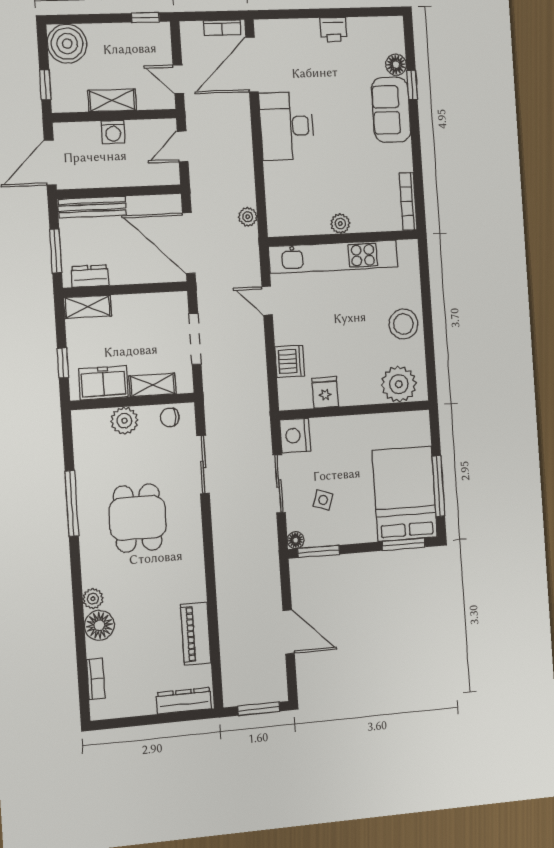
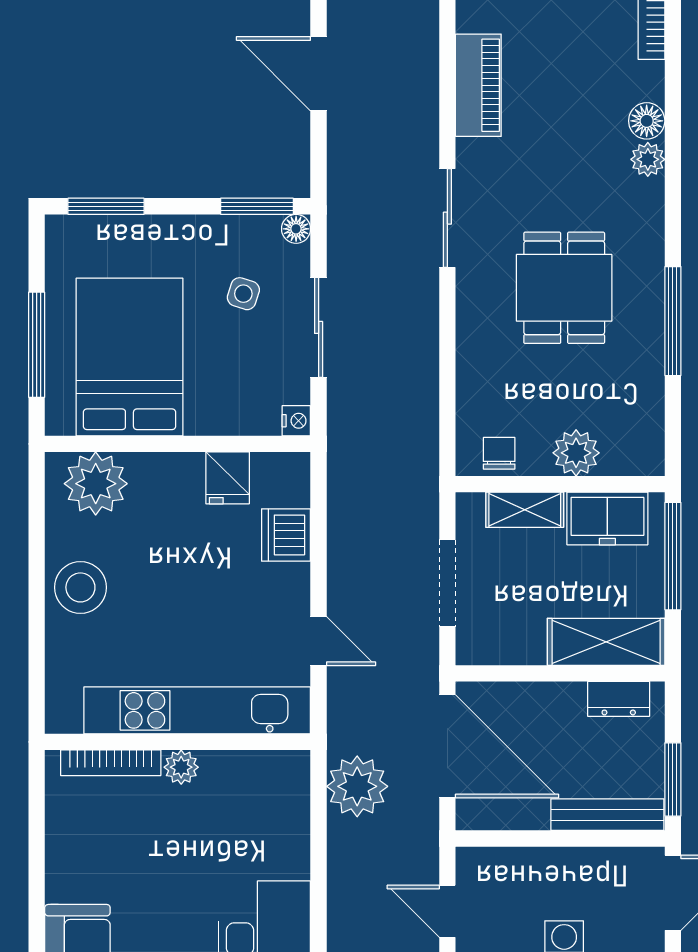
door: (183, 146) -> (447, 911), swing flipped
bookcase: (408, 201) -> (111, 763), moved, turned 90
plant: (248, 217) -> (357, 786), width x1.88, depth x1.88
window: (56, 251) -> (673, 779), moved
shelving: (88, 307) -> (606, 642), width x1.50, depth x1.33
window: (63, 363) -> (673, 556), width x2.17
chair: (170, 417) -> (499, 453), turned -90
nightstand: (295, 436) -> (296, 421), width x0.53, depth x0.56
sliding door: (203, 464) -> (447, 218), moved
window: (438, 486) -> (37, 345), moved
bed: (405, 494) -> (129, 357), moved, turned 180
floor lamp: (99, 625) -> (647, 121), width x0.73, depth x0.73

